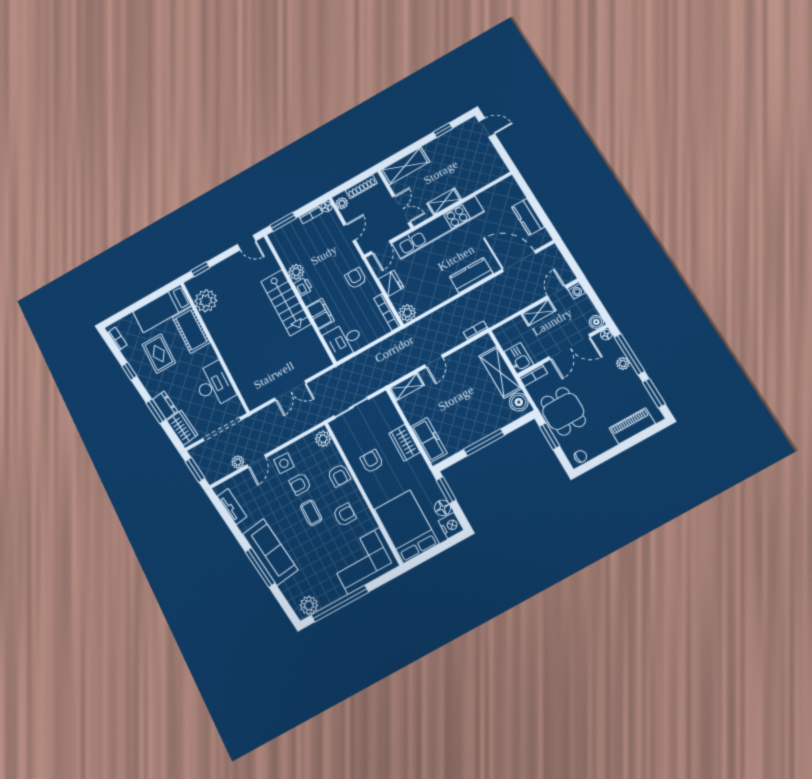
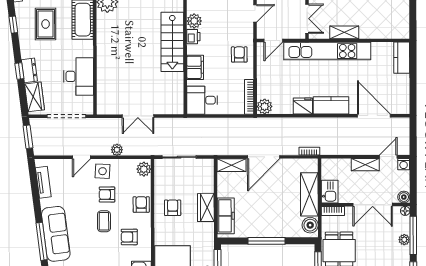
kitchen counter: (528, 217) -> (402, 58), moved
fridge: (391, 283) -> (303, 106), moved, turned -90
door: (434, 361) -> (264, 157), width x1.88
window: (156, 411) -> (19, 71), width x0.67
plant: (238, 462) -> (117, 150), moved
armchair: (339, 475) -> (141, 205), turned 180
armchair: (344, 515) -> (129, 237), turned 180

